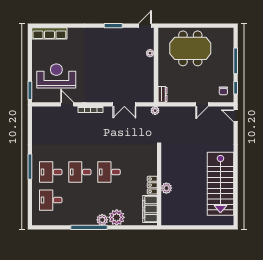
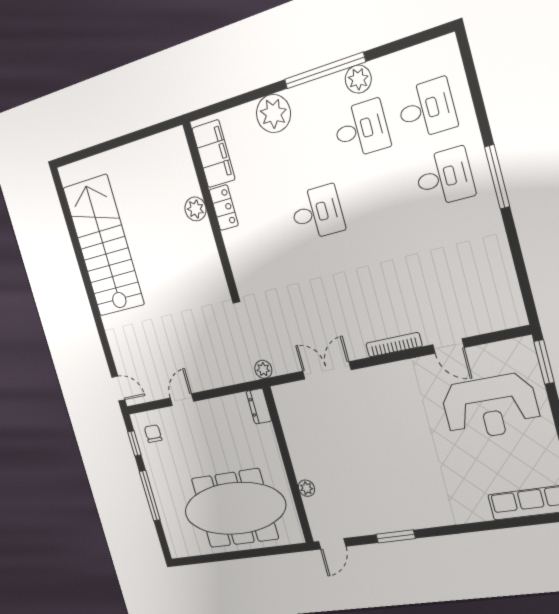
meeting table: (190, 48) -> (235, 508), width x1.36
desk: (80, 172) -> (361, 129), moved
plant: (102, 220) -> (358, 79), moved

